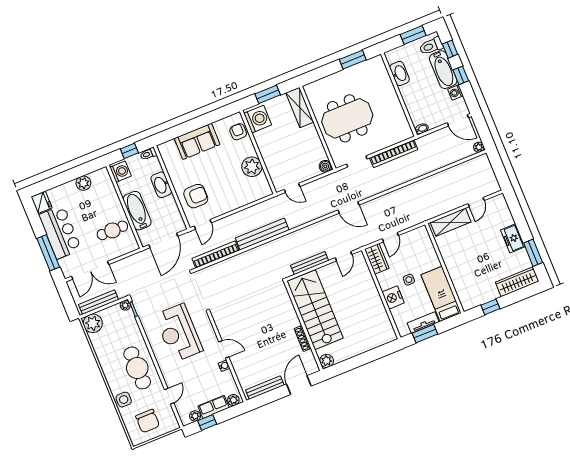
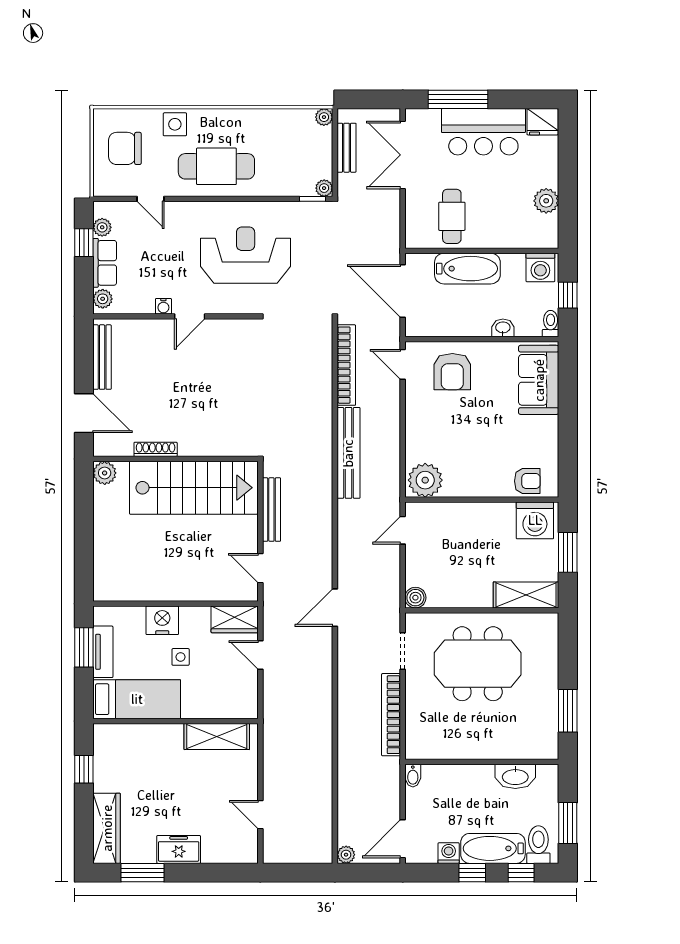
meeting table: (347, 118) -> (478, 664), turned 90
sofa: (197, 141) -> (539, 380), moved
plant: (252, 167) -> (425, 480), moved
washbasin: (161, 185) -> (503, 328), width x0.52, depth x0.69
shelving: (451, 222) -> (217, 736), moved, turned 90
bench: (99, 302) -> (347, 148), width x0.73
plant: (93, 323) -> (324, 117), width x0.53, depth x0.53

